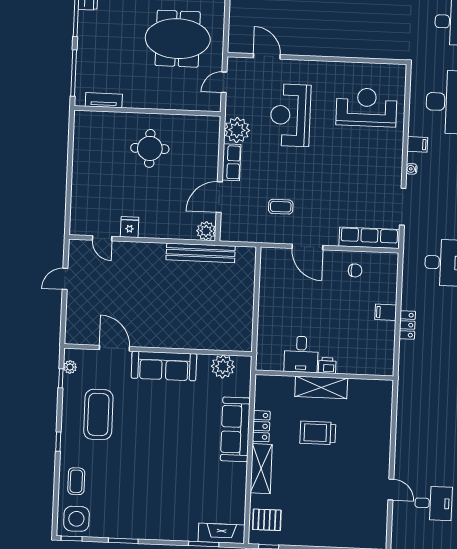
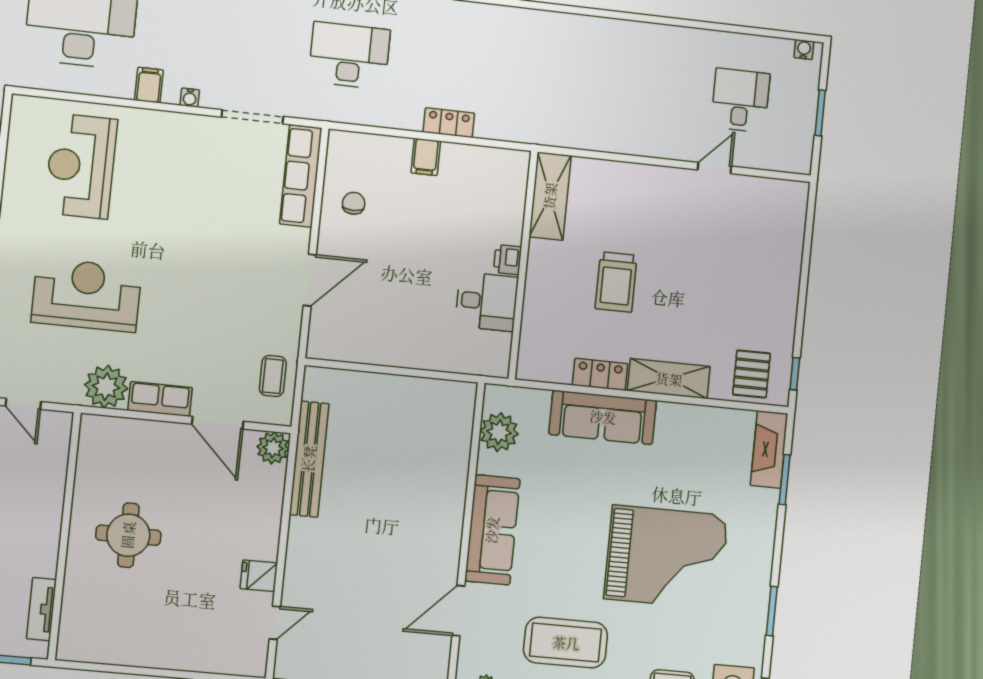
reception desk: (290, 115) -> (87, 295), turned 180
coffee table: (281, 207) -> (273, 376), moved
shelving: (321, 387) -> (550, 196), moved
grand piano: (153, 473) -> (666, 557), added

